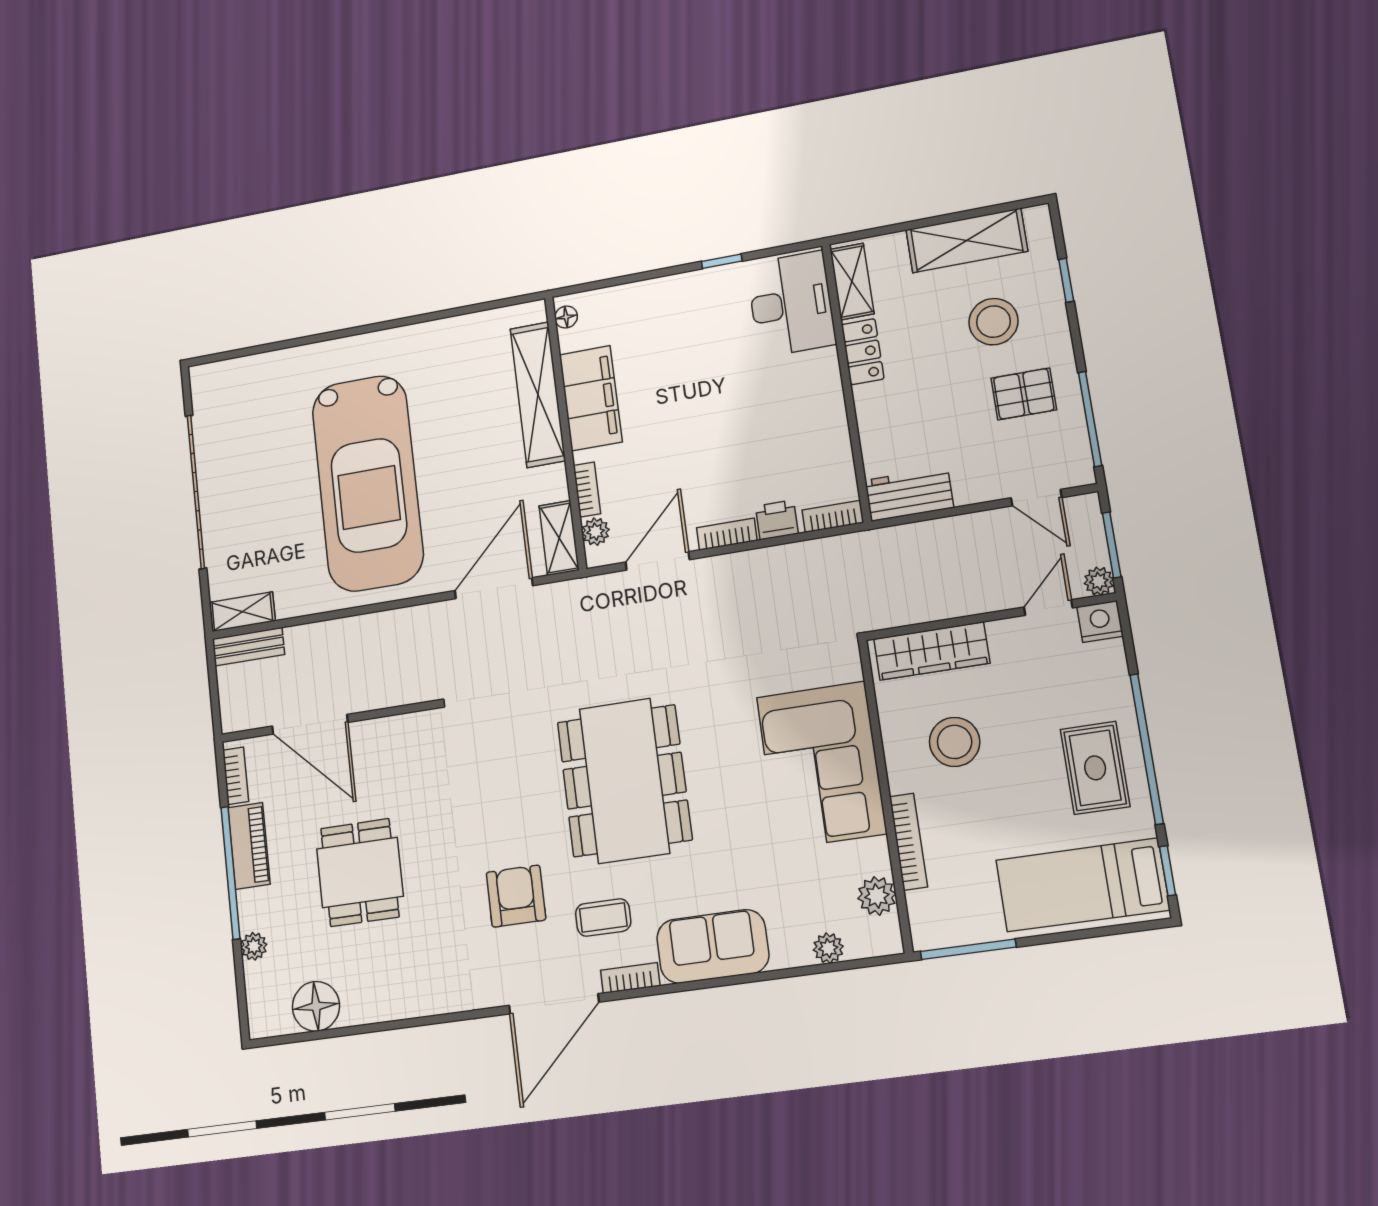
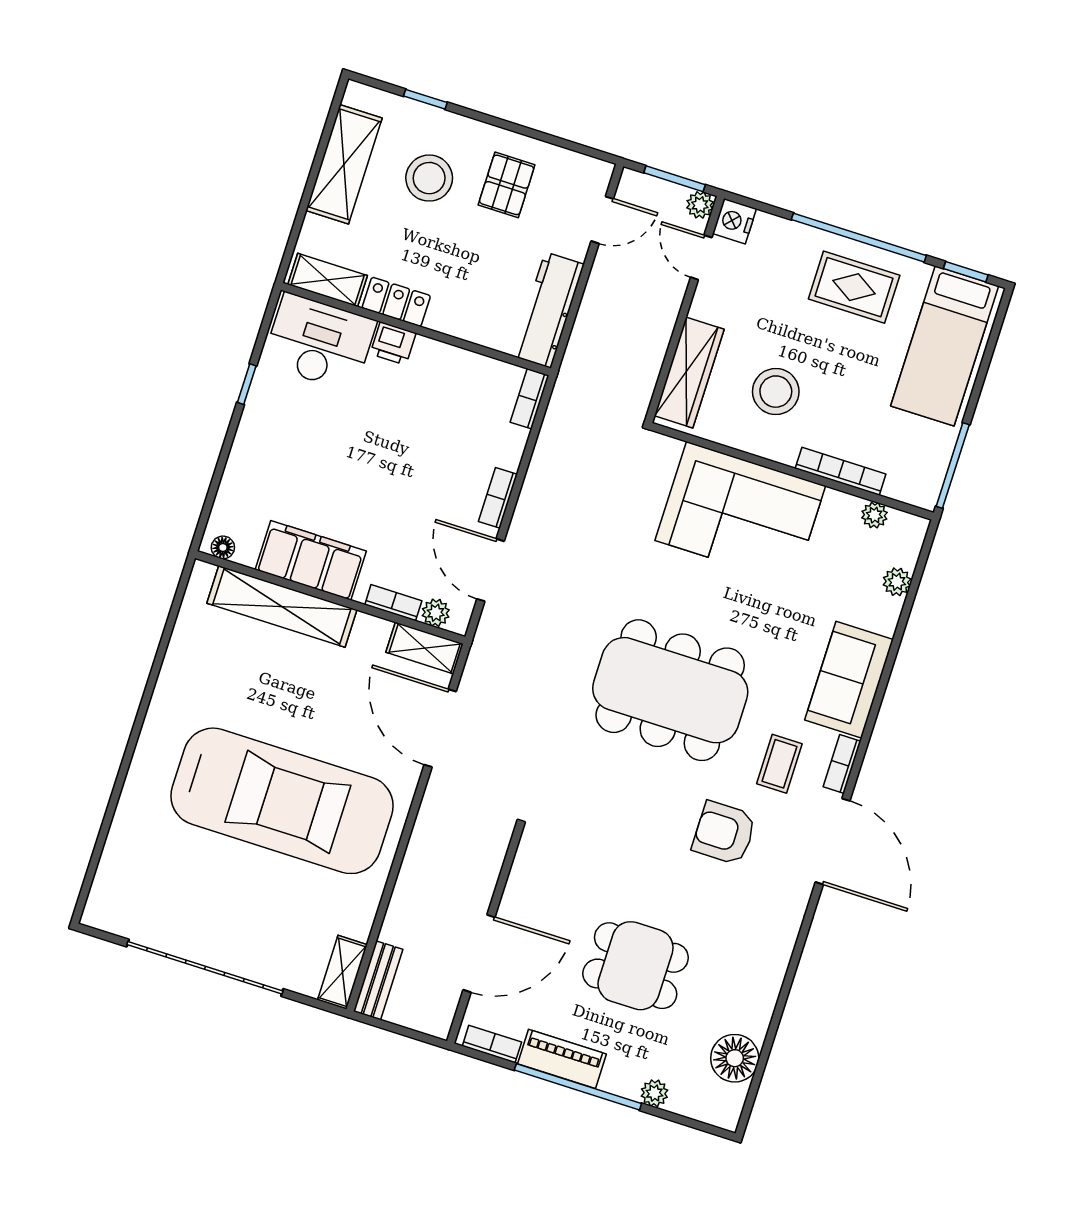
window: (1090, 419) -> (557, 141), removed
workbench: (909, 494) -> (548, 310), width x1.38
printer: (777, 520) -> (393, 343), moved, turned -90
plant: (877, 896) -> (874, 515), width x0.73, depth x0.73

